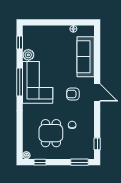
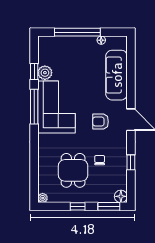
window: (54, 22) -> (77, 32), added
window: (20, 42) -> (34, 71), moved
window: (97, 144) -> (131, 162), moved
floor lamp: (89, 154) -> (121, 196), added
window: (40, 162) -> (78, 206), moved

